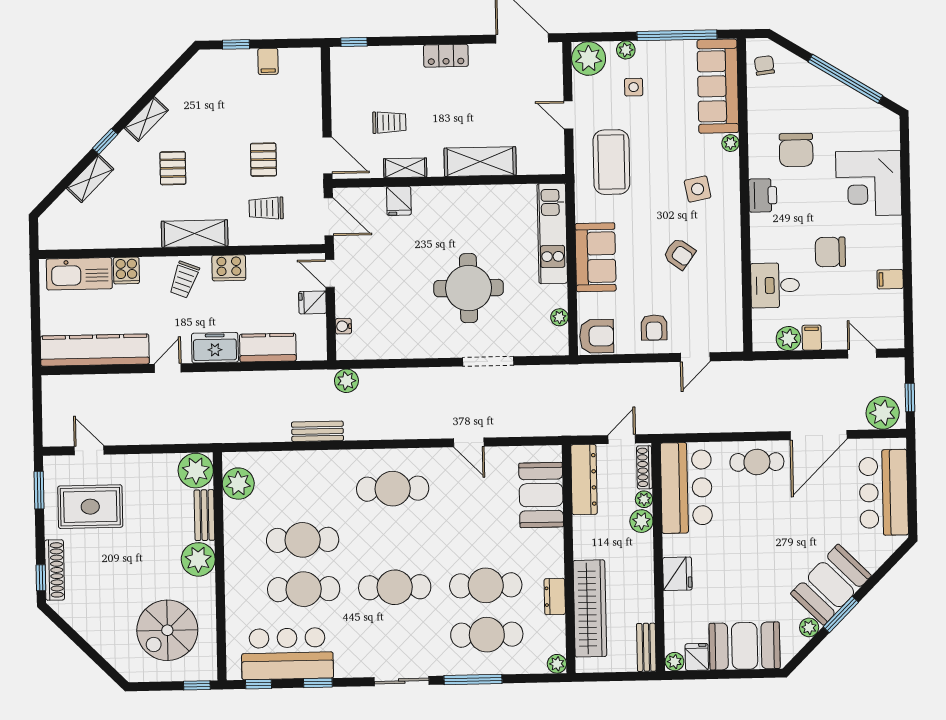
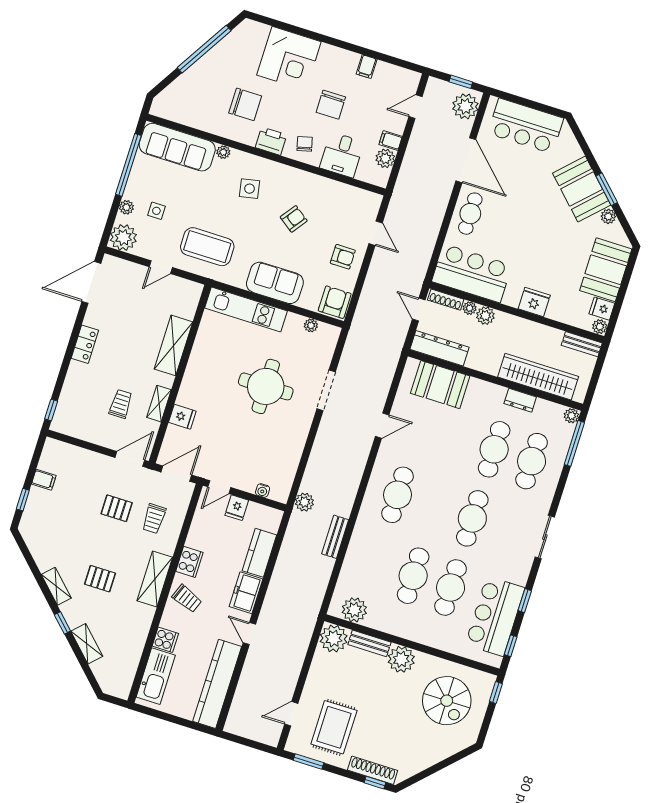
chair: (764, 65) -> (305, 144), moved, turned 83
window: (473, 680) -> (574, 443), moved

